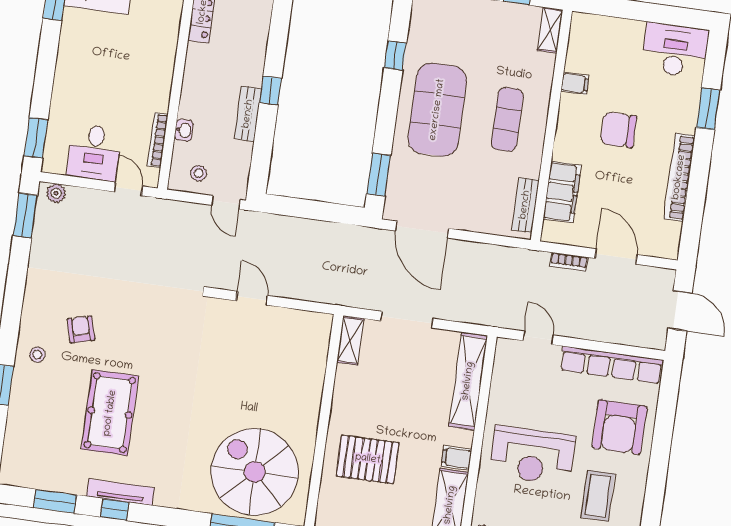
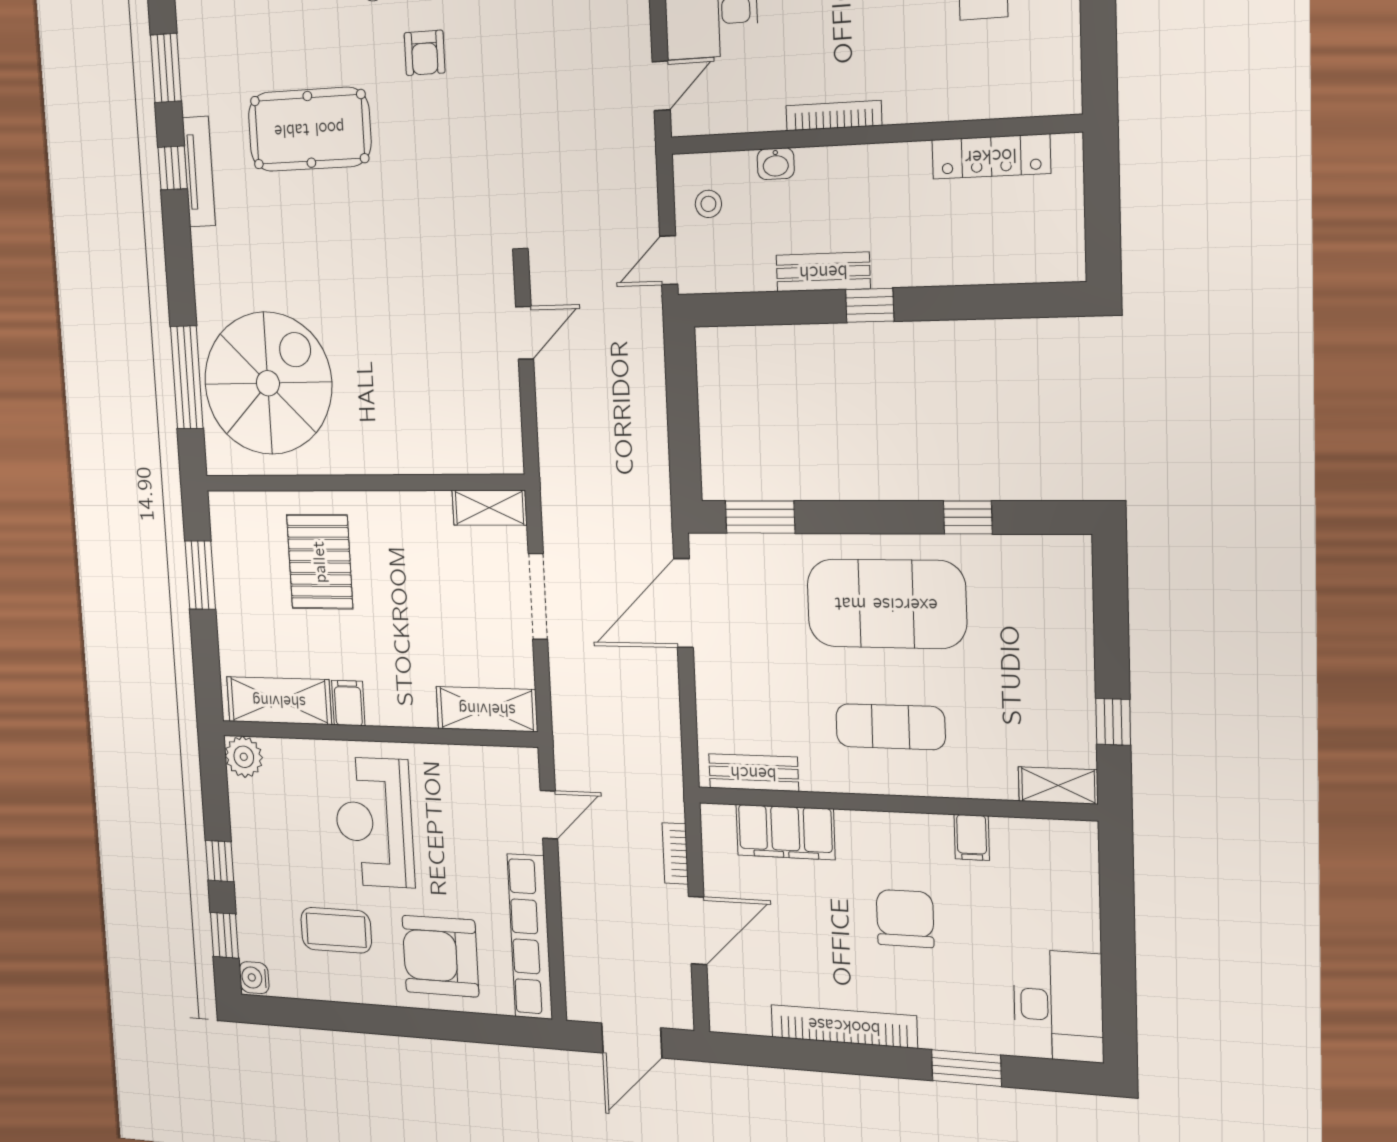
bookcase: (158, 140) -> (834, 116), moved
armchair: (81, 329) -> (425, 53), turned 105
shelving: (468, 381) -> (487, 709), width x0.68

